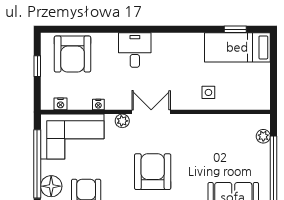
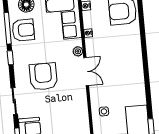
desk: (135, 50) -> (130, 56), removed
armchair: (153, 172) -> (43, 77), turned -90

